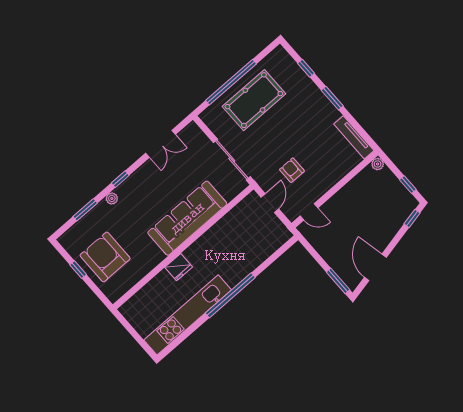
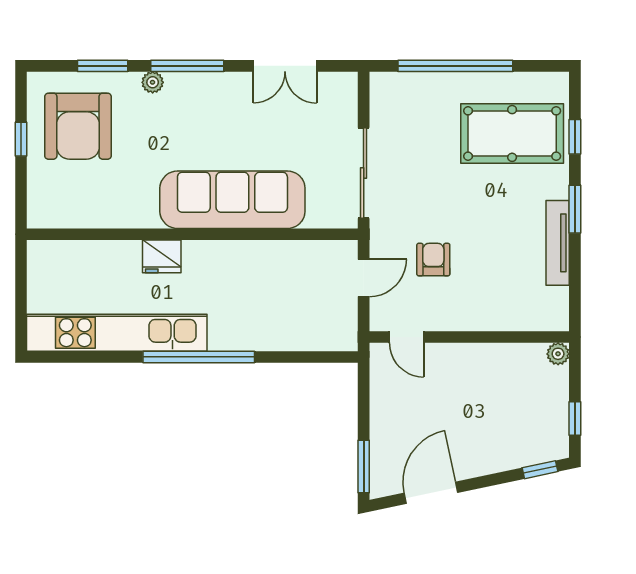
pool table: (254, 100) -> (512, 133), moved
tv unit: (354, 137) -> (558, 243), moved
window: (120, 179) -> (187, 66), width x2.17
armchair: (105, 257) -> (78, 126), moved, turned 180

